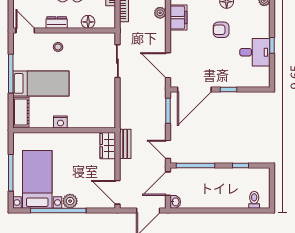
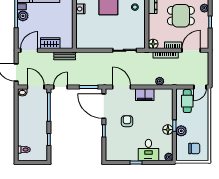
filing cabinet: (179, 18) -> (145, 95), moved
floor lamp: (88, 22) -> (153, 44), moved
armchair: (221, 30) -> (127, 121), moved
desk: (255, 52) -> (148, 150), moved
door: (168, 65) -> (122, 87), hinge flipped
wardrobe: (108, 146) -> (50, 43), moved

